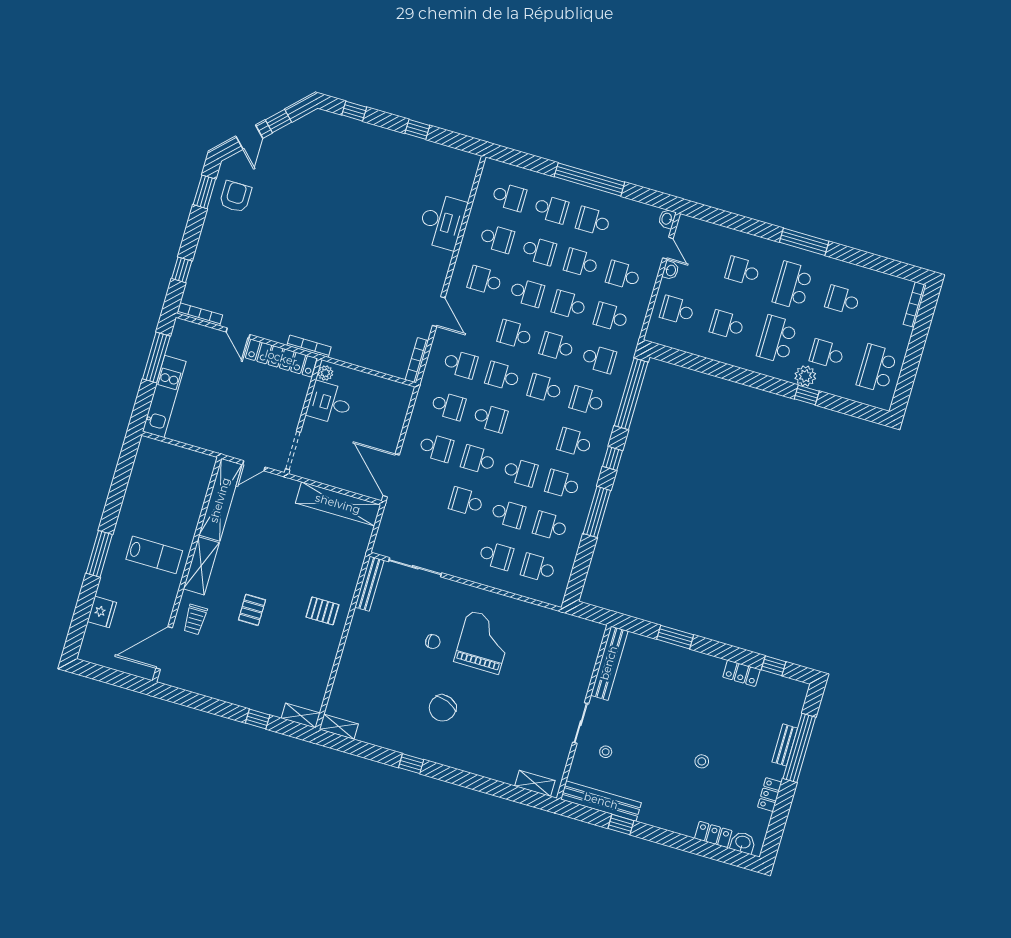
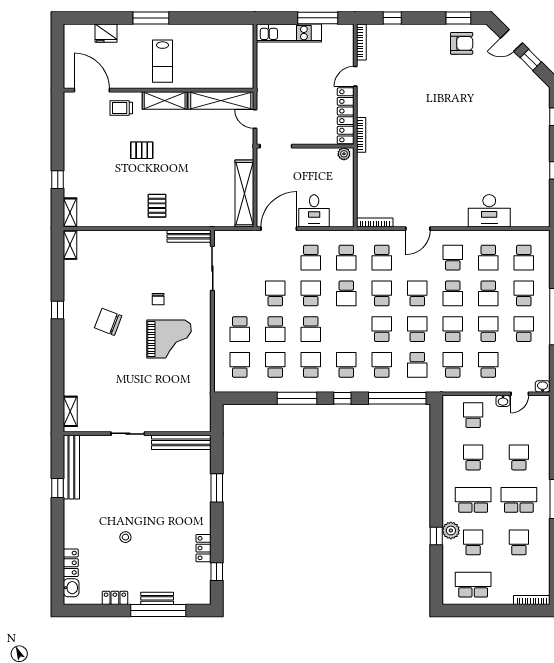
school desk: (551, 209) -> (524, 293), turned 180
desk: (330, 403) -> (314, 211), moved, turned 180
stool: (606, 752) -> (111, 460), removed

